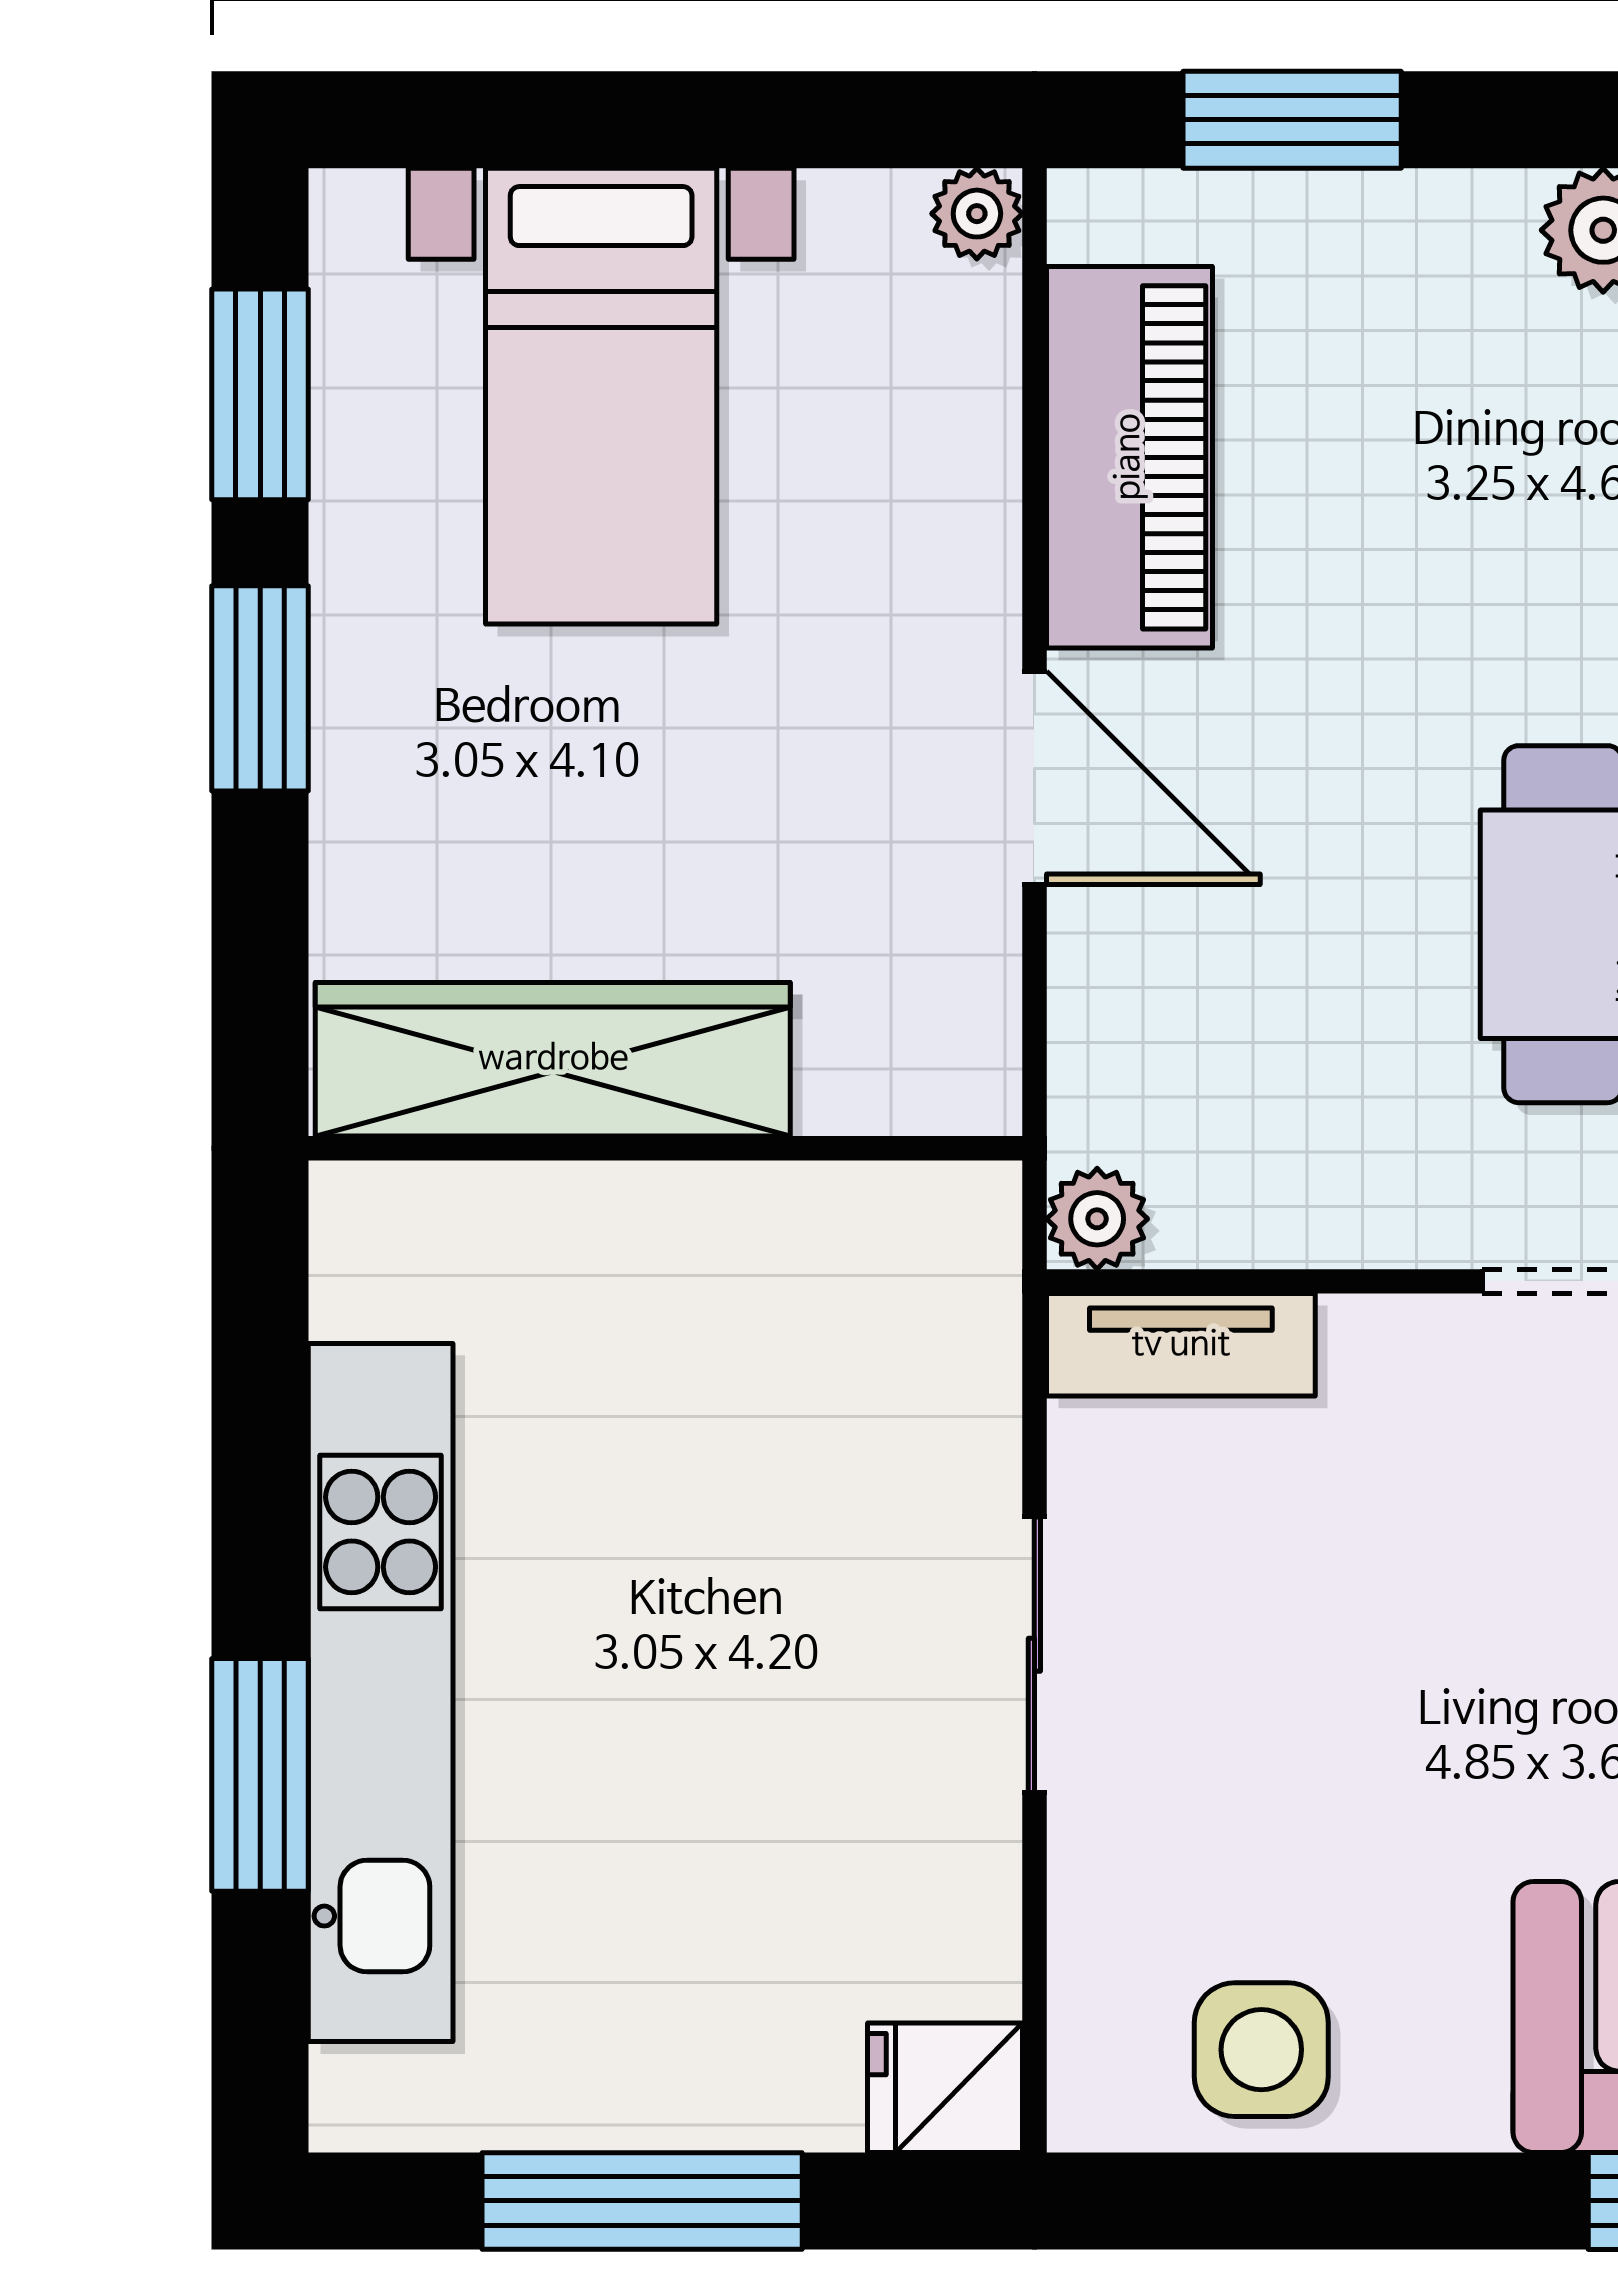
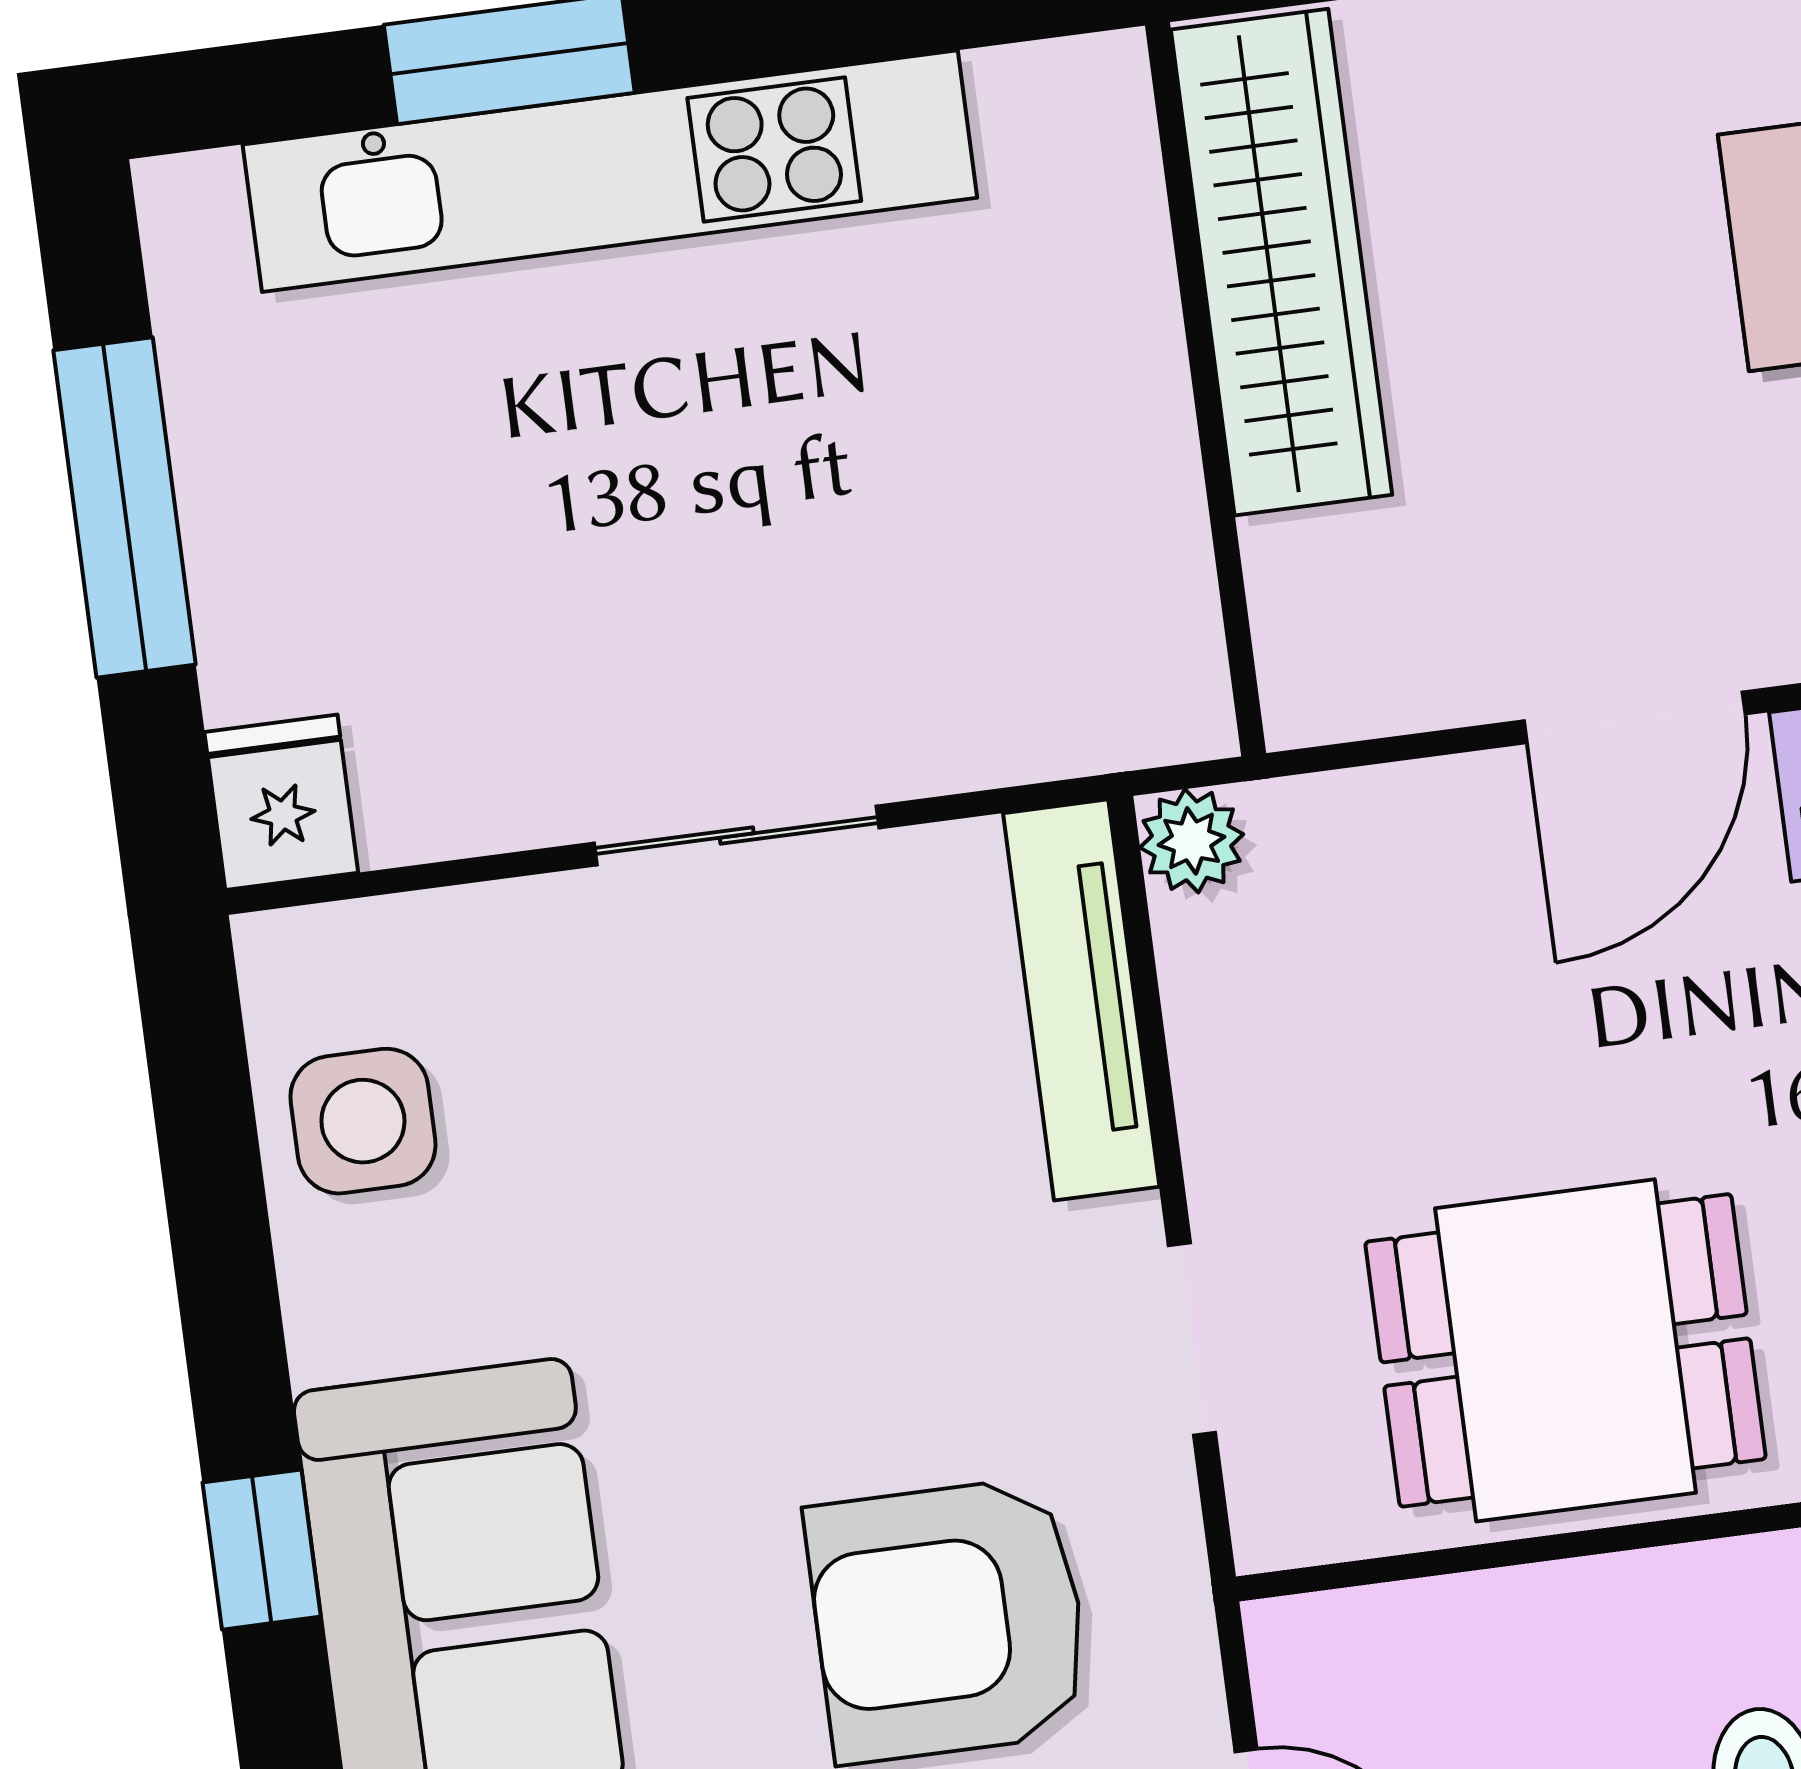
tv unit: (1181, 1345) -> (1081, 1000), width x1.41

